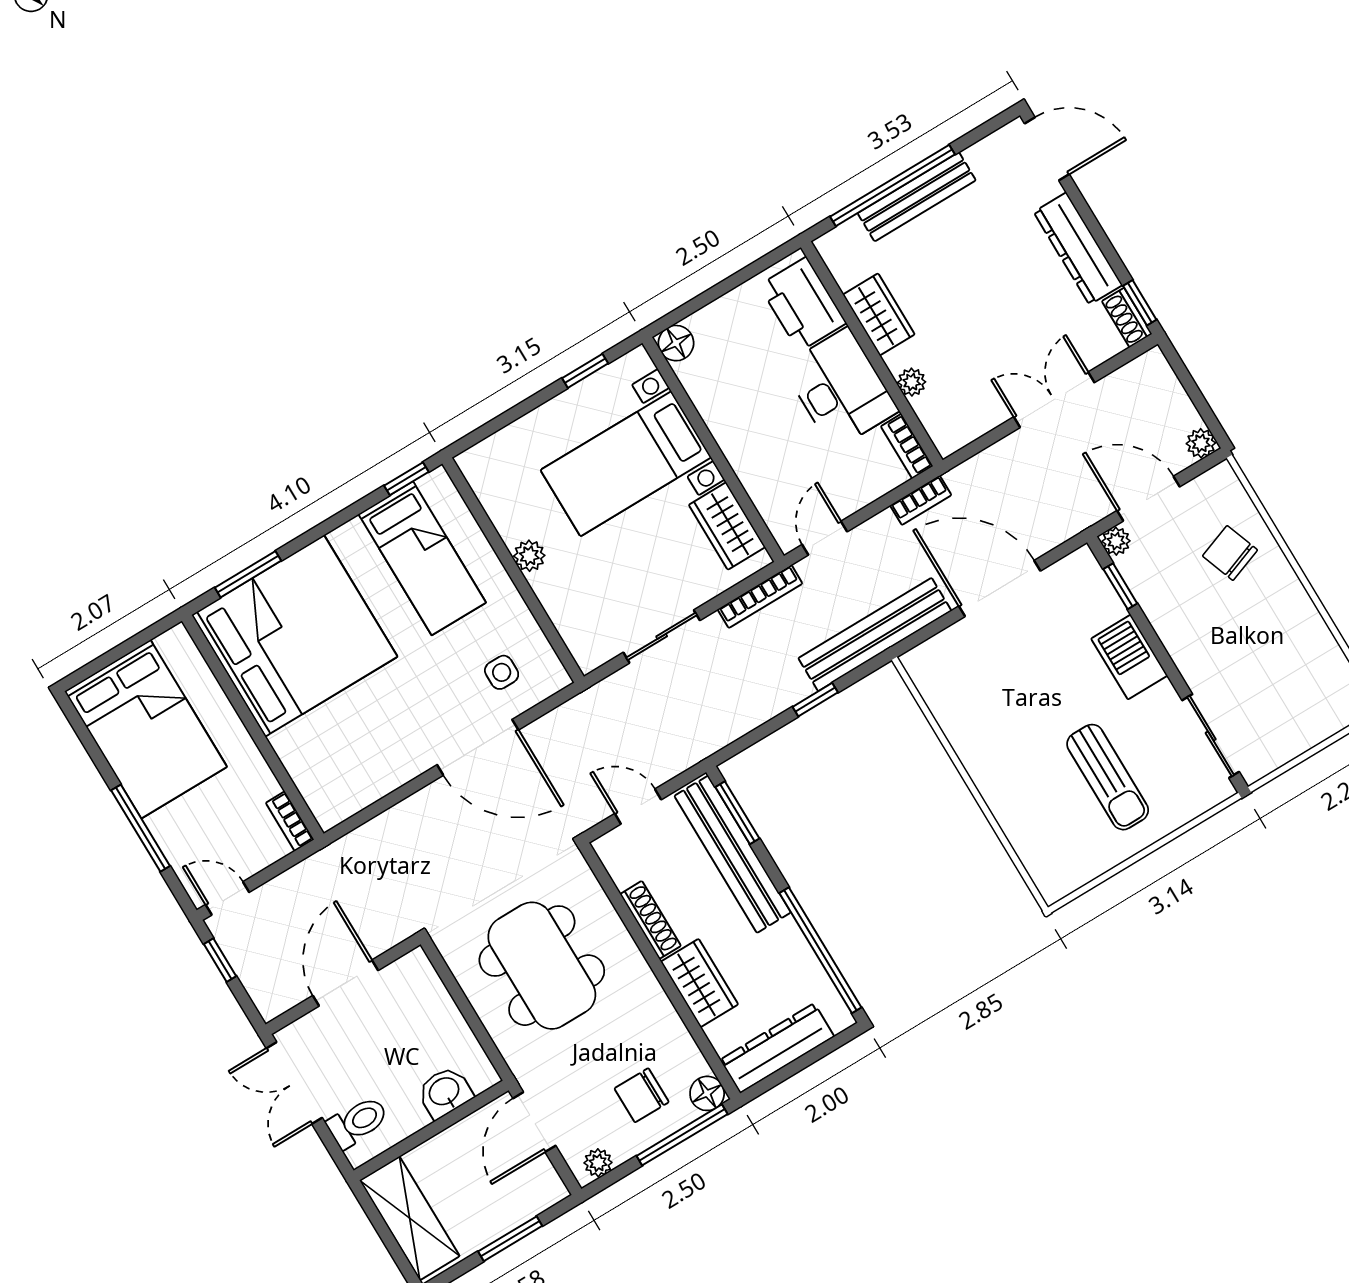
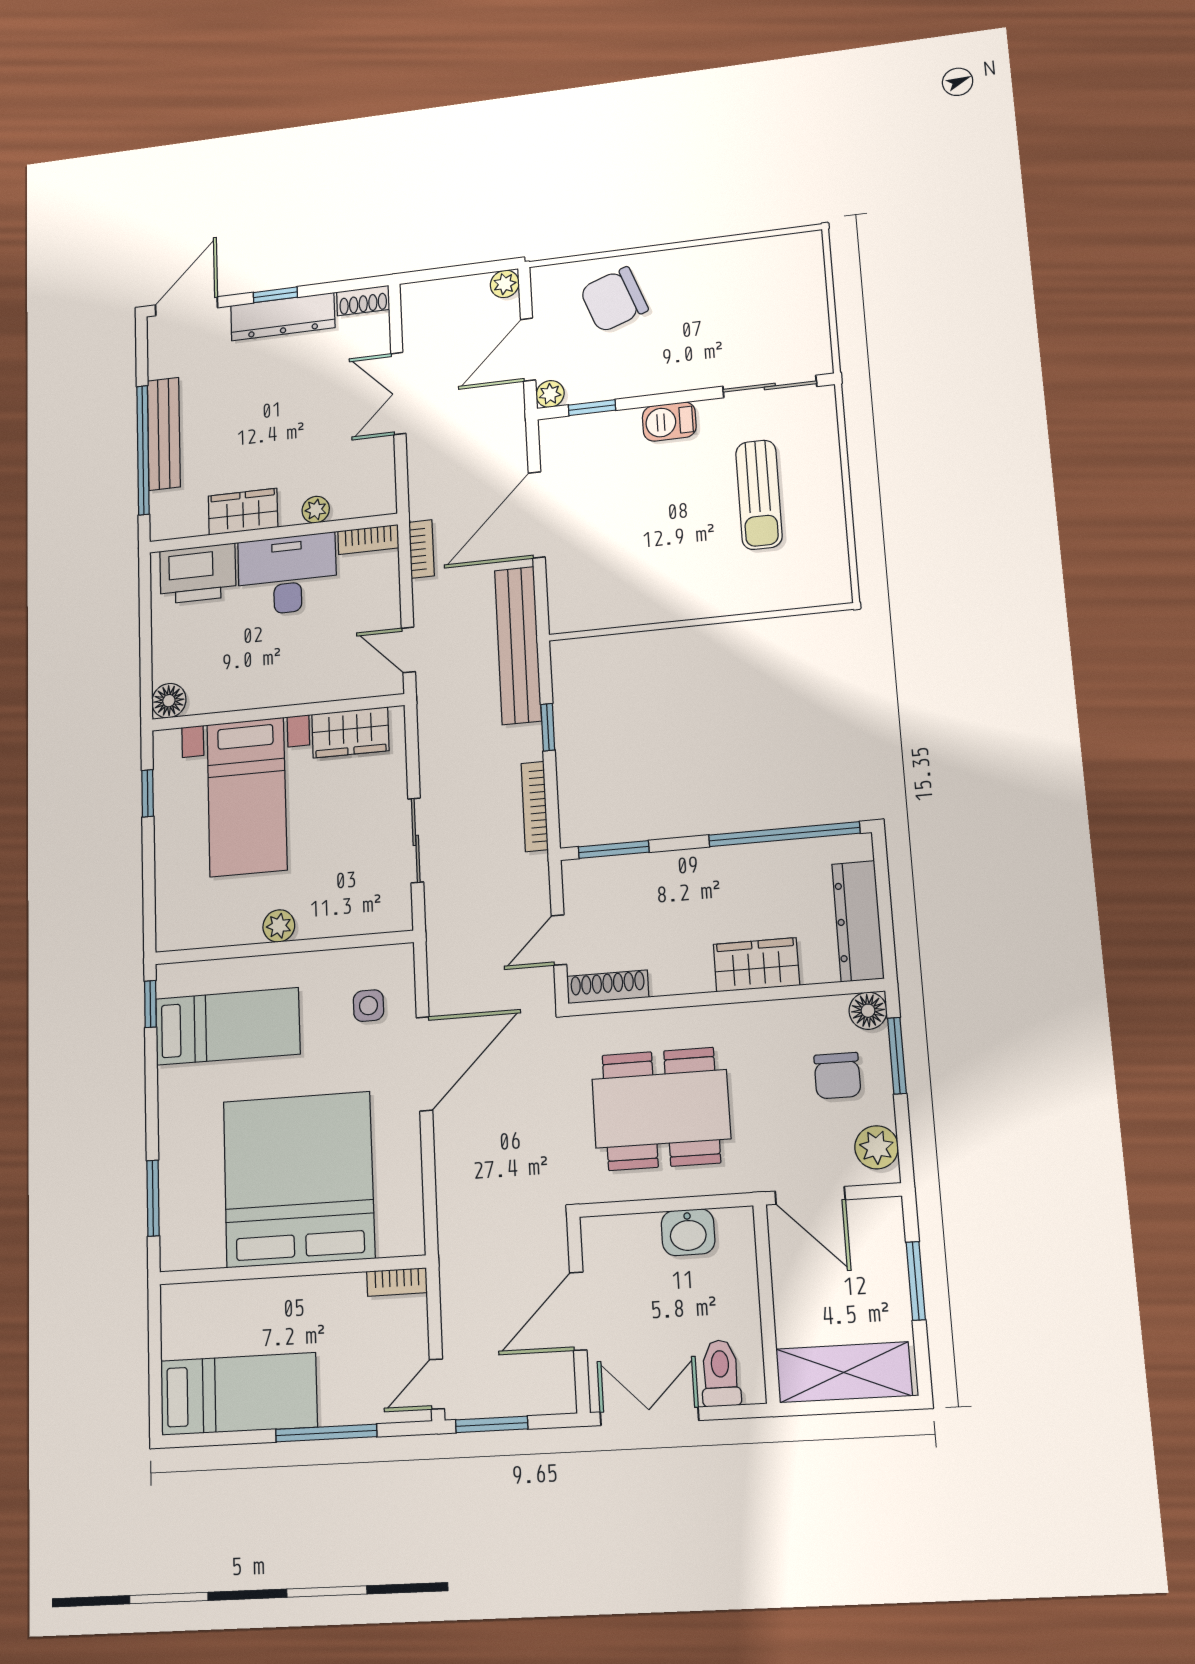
window: (1140, 303) -> (275, 295), moved
chair: (1230, 553) -> (614, 300), width x1.37, depth x1.37
bookcase: (760, 596) -> (535, 806), moved, turned 180
bed: (295, 636) -> (298, 1179), moved
barbecue: (1129, 657) -> (669, 422), width x0.73, depth x0.79
bed: (146, 729) -> (239, 1394), width x0.67
sun lounger: (1108, 777) -> (759, 495), turned 90
bench: (733, 854) -> (650, 873), removed
shoe rack: (650, 920) -> (608, 987), moved
window: (220, 960) -> (492, 1424), width x1.50
door: (345, 983) -> (578, 1311), hinge flipped
double door: (294, 1083) -> (649, 1416), swing flipped
washbasin: (445, 1092) -> (688, 1232), moved, turned -90
window: (682, 1135) -> (897, 1056), width x0.69
plant: (598, 1163) -> (877, 1147), width x1.38, depth x1.38

